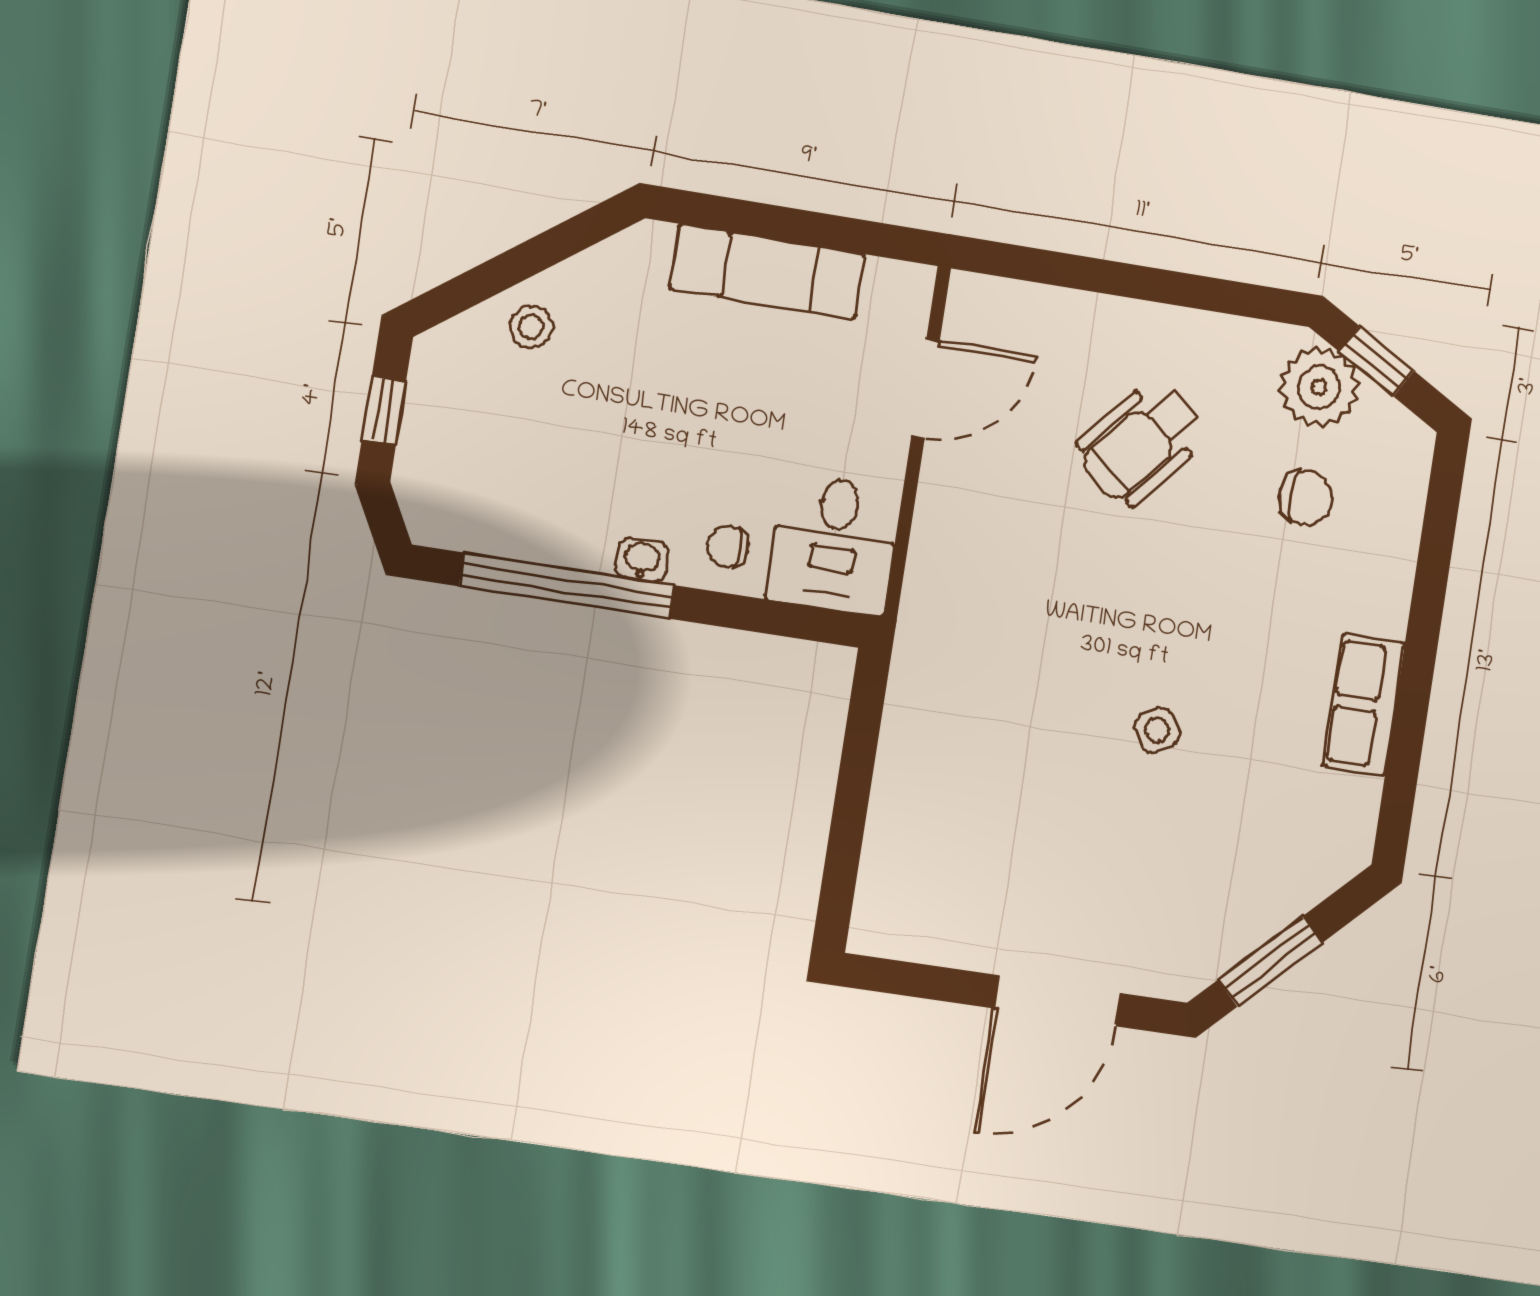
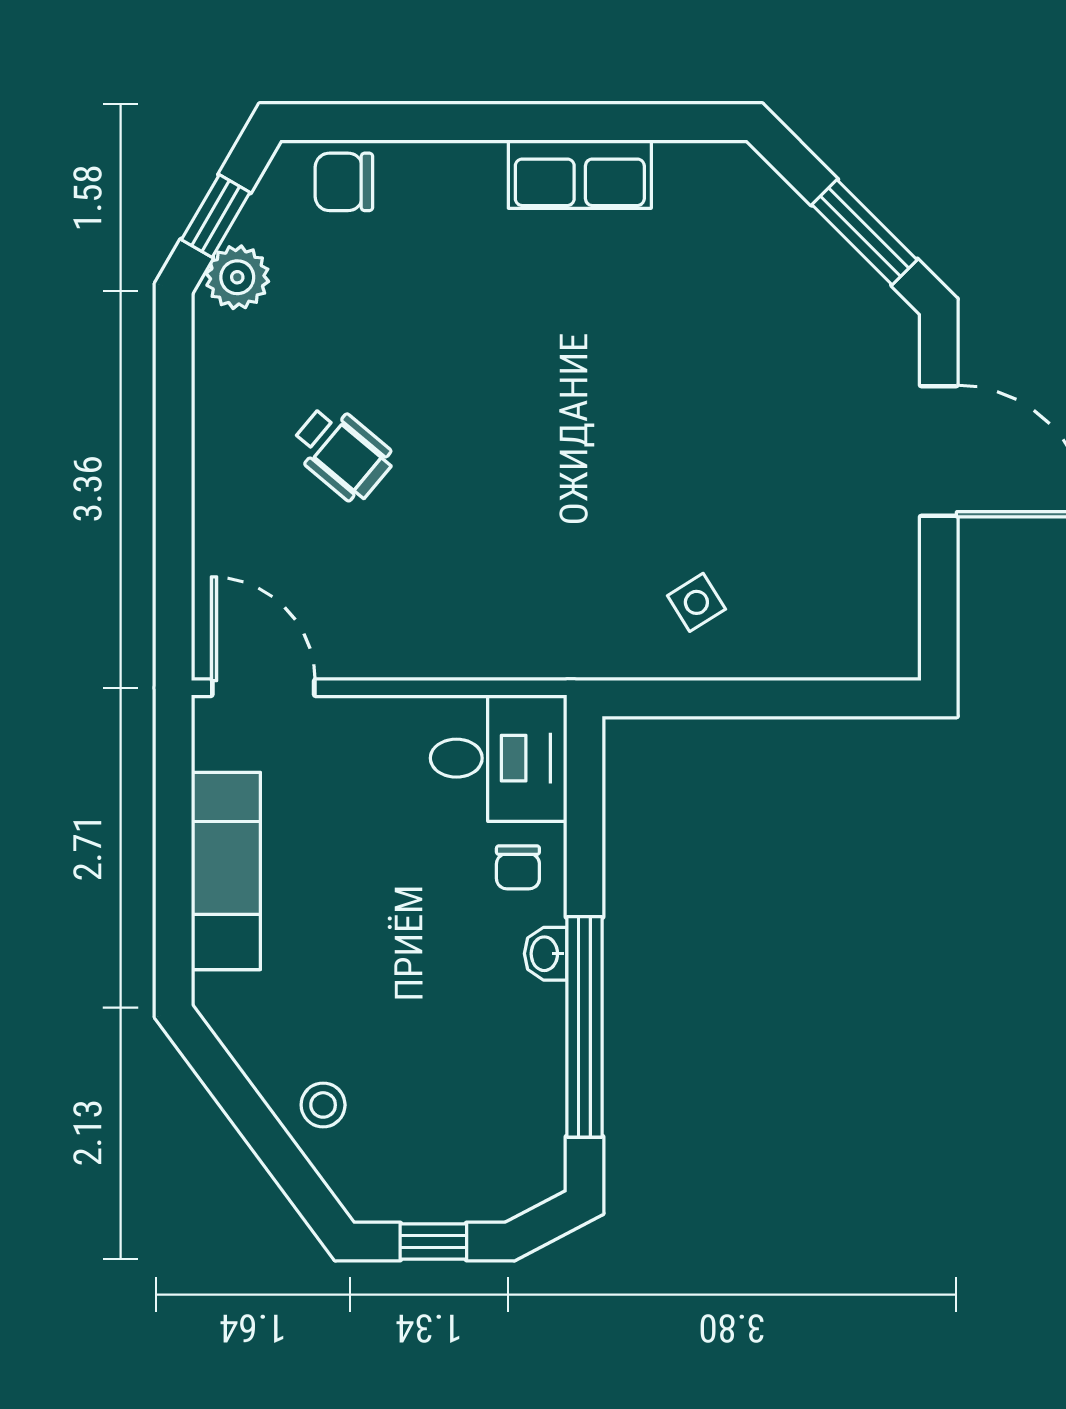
plant: (1319, 387) -> (237, 277), width x0.73, depth x0.73
door: (926, 389) -> (263, 688), moved
wheelchair: (1141, 443) -> (342, 453), width x0.73, depth x0.73
chair: (1306, 498) -> (344, 182), moved, turned -92
side table: (1157, 730) -> (696, 602), moved

